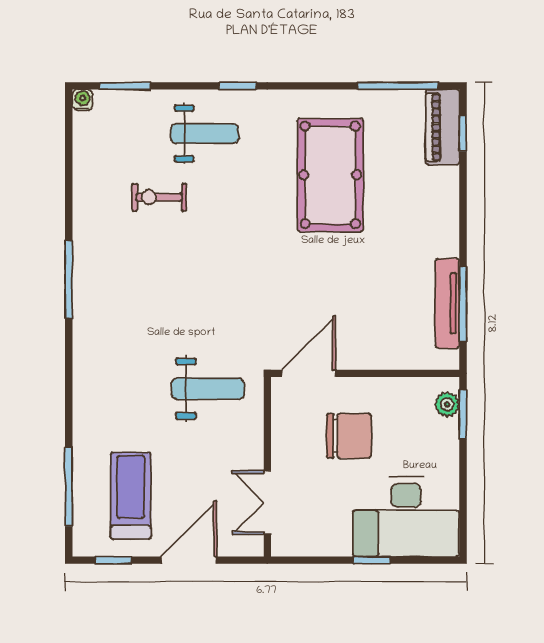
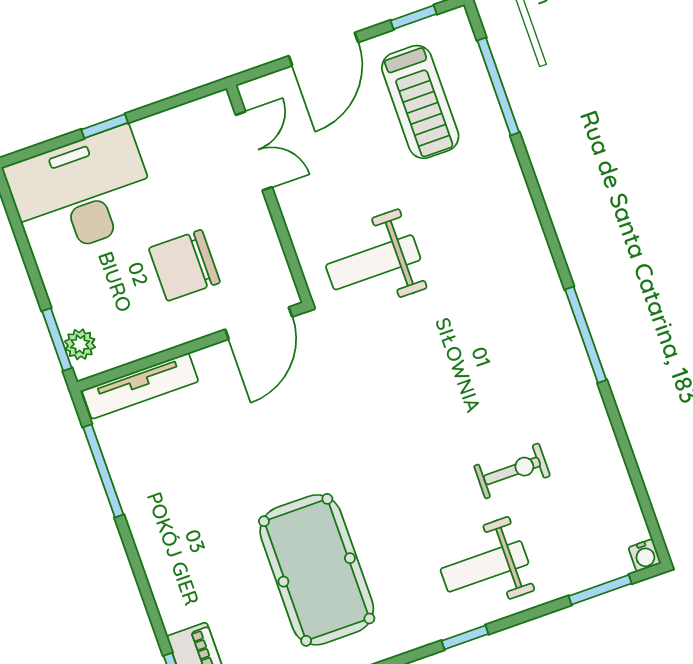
tv unit: (447, 303) -> (140, 386), moved, turned 90

